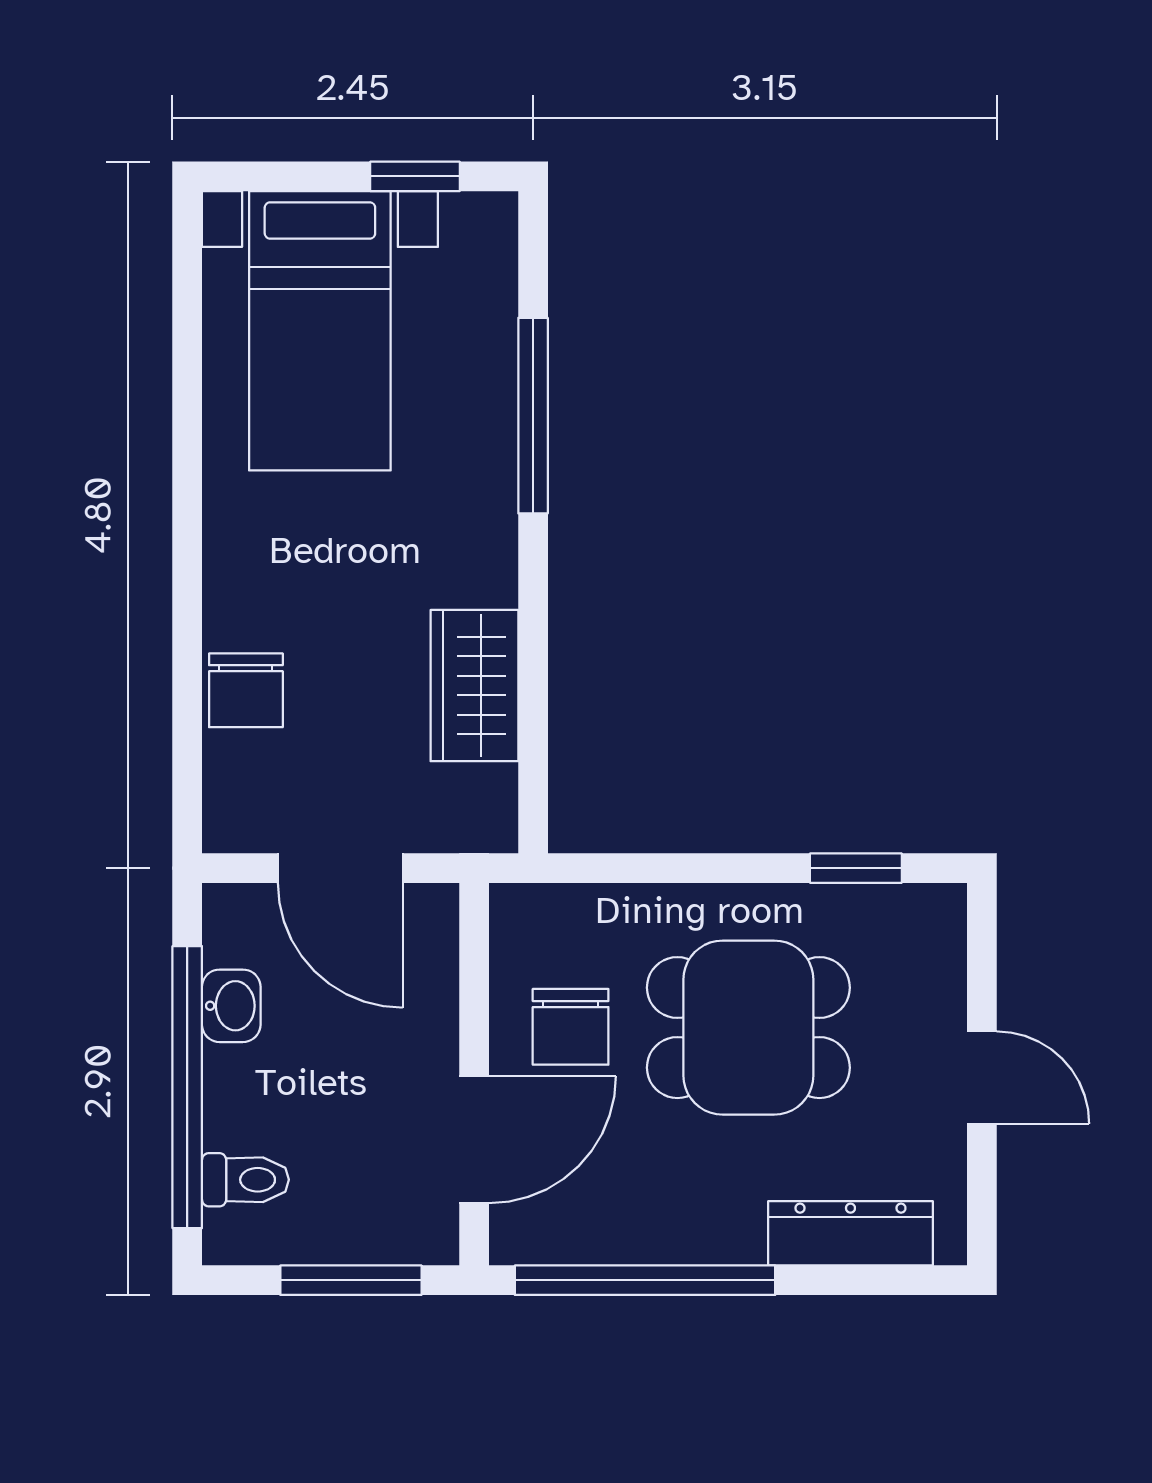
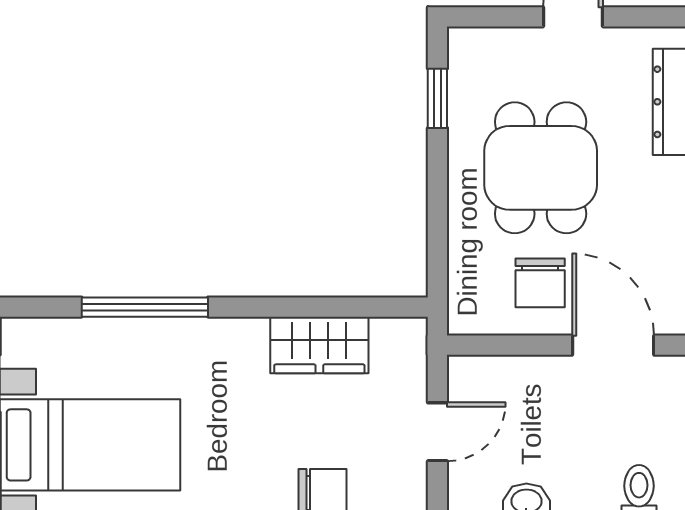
door: (340, 868) -> (437, 432), width x0.73
chair: (571, 1027) -> (540, 283), turned 90

